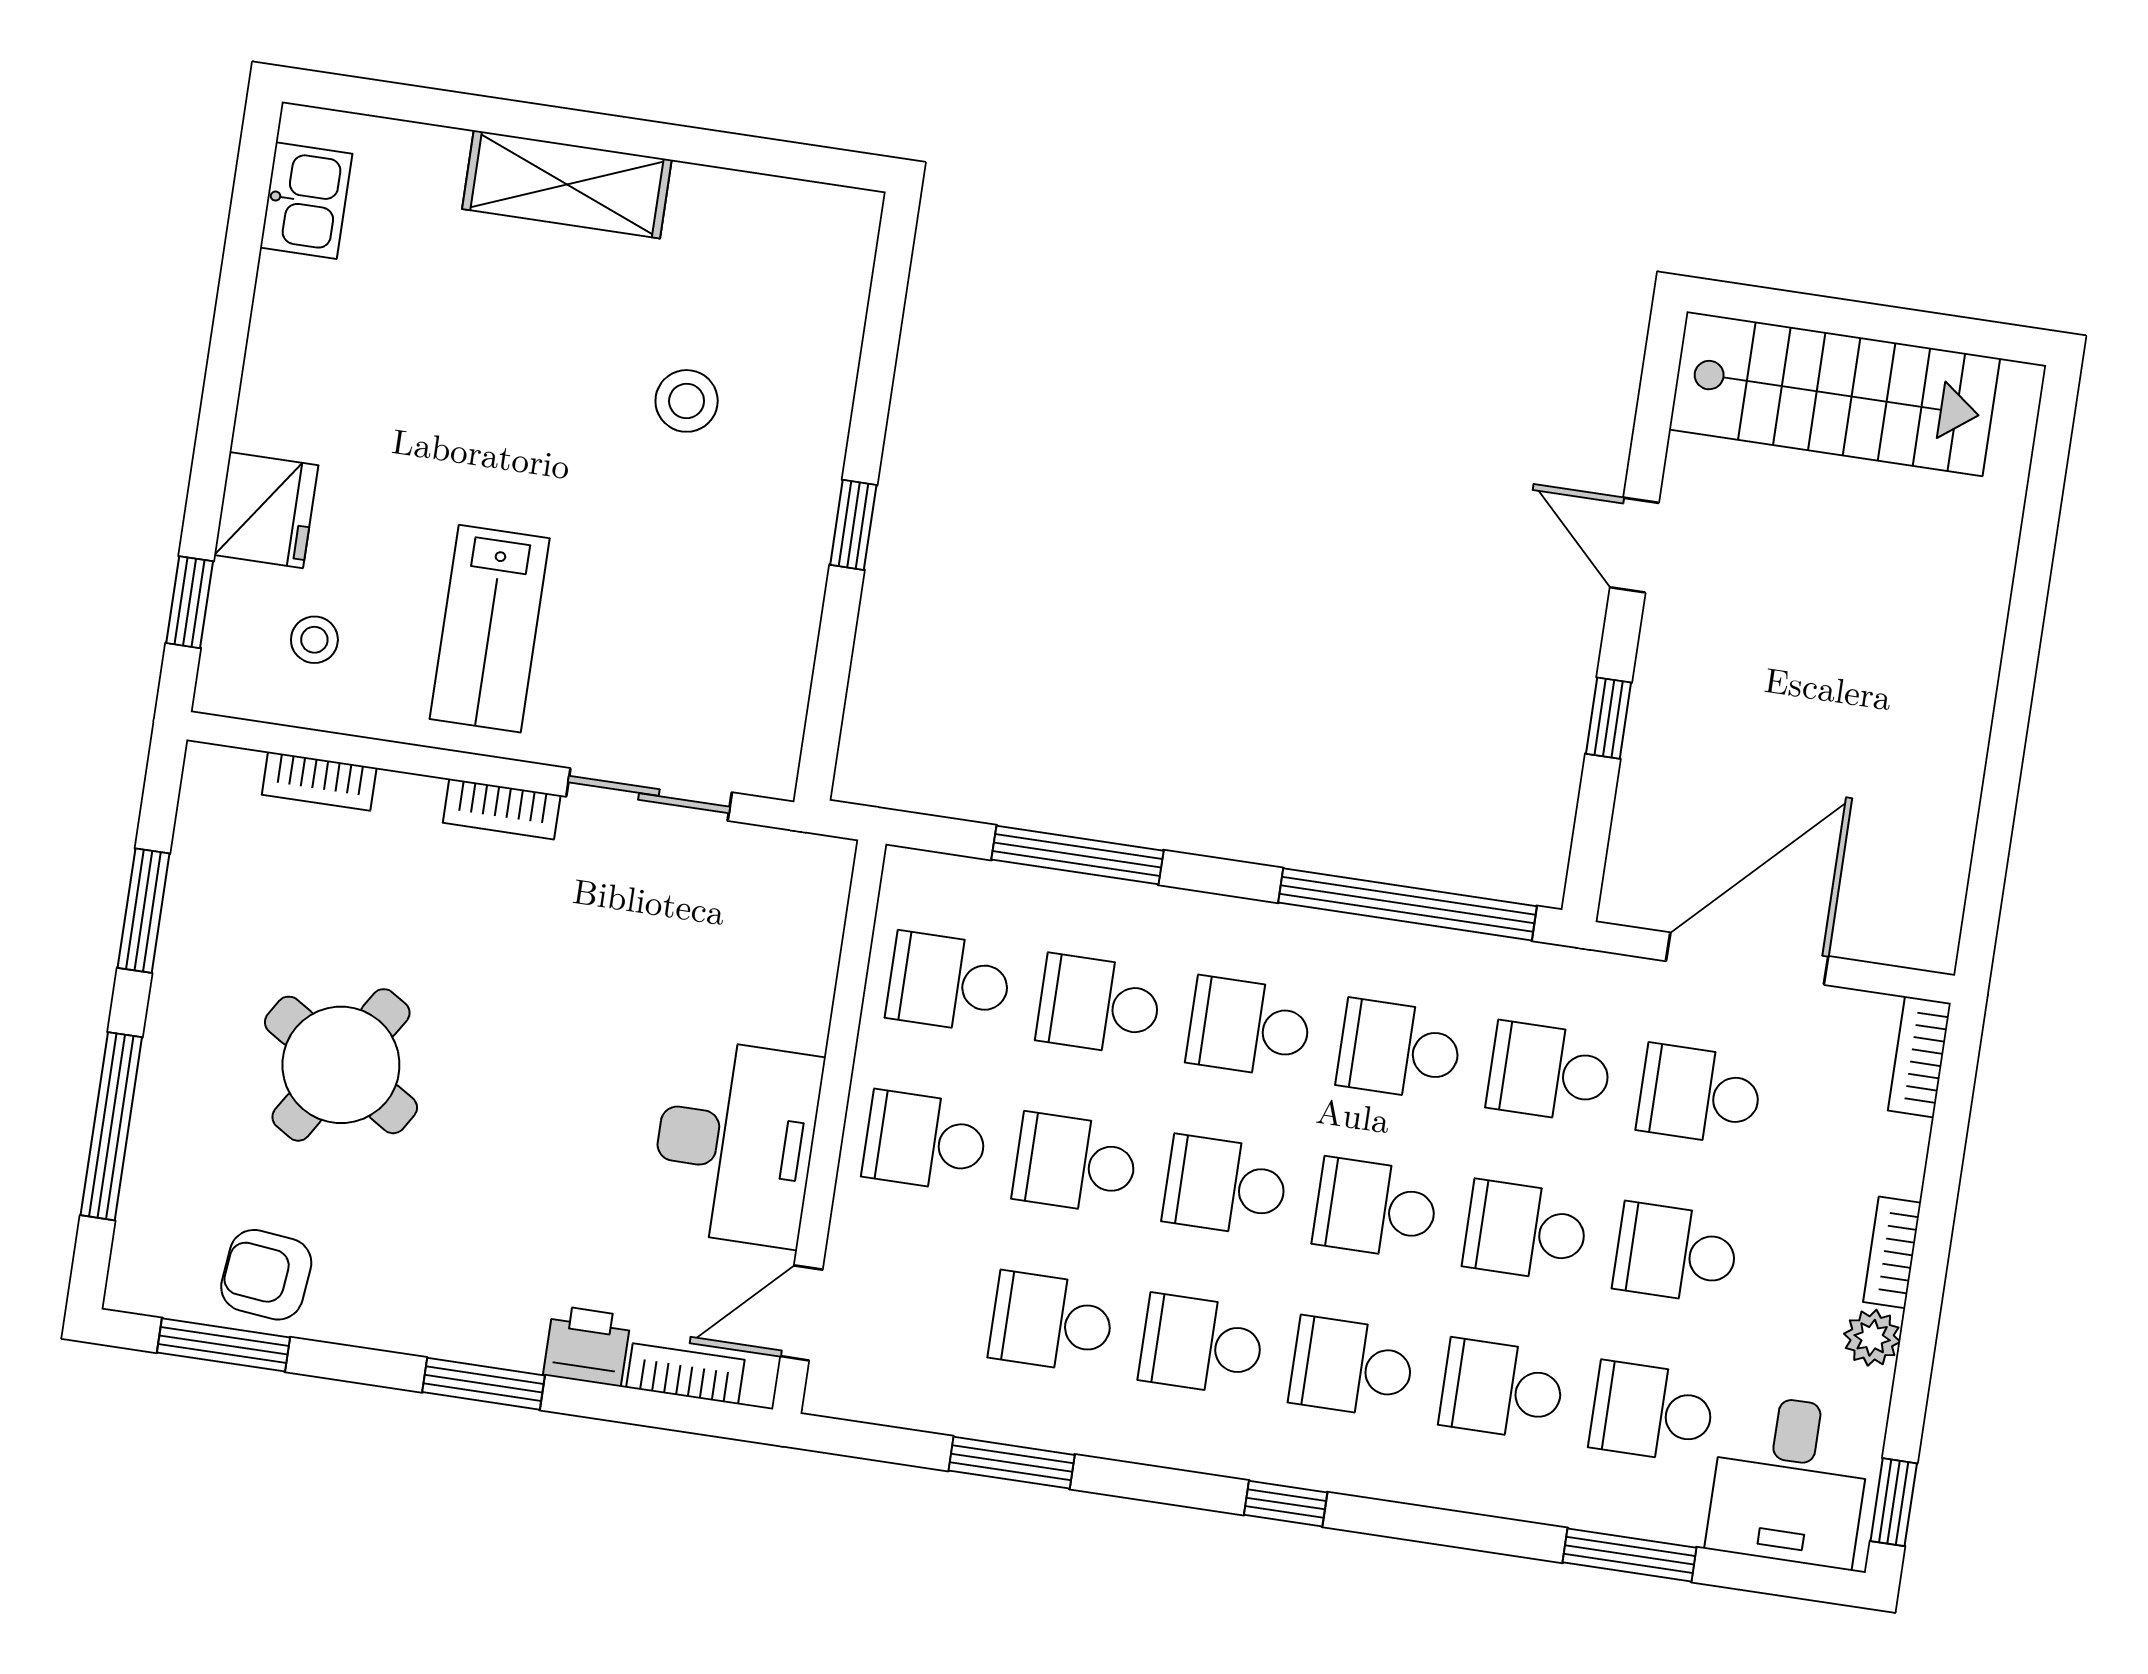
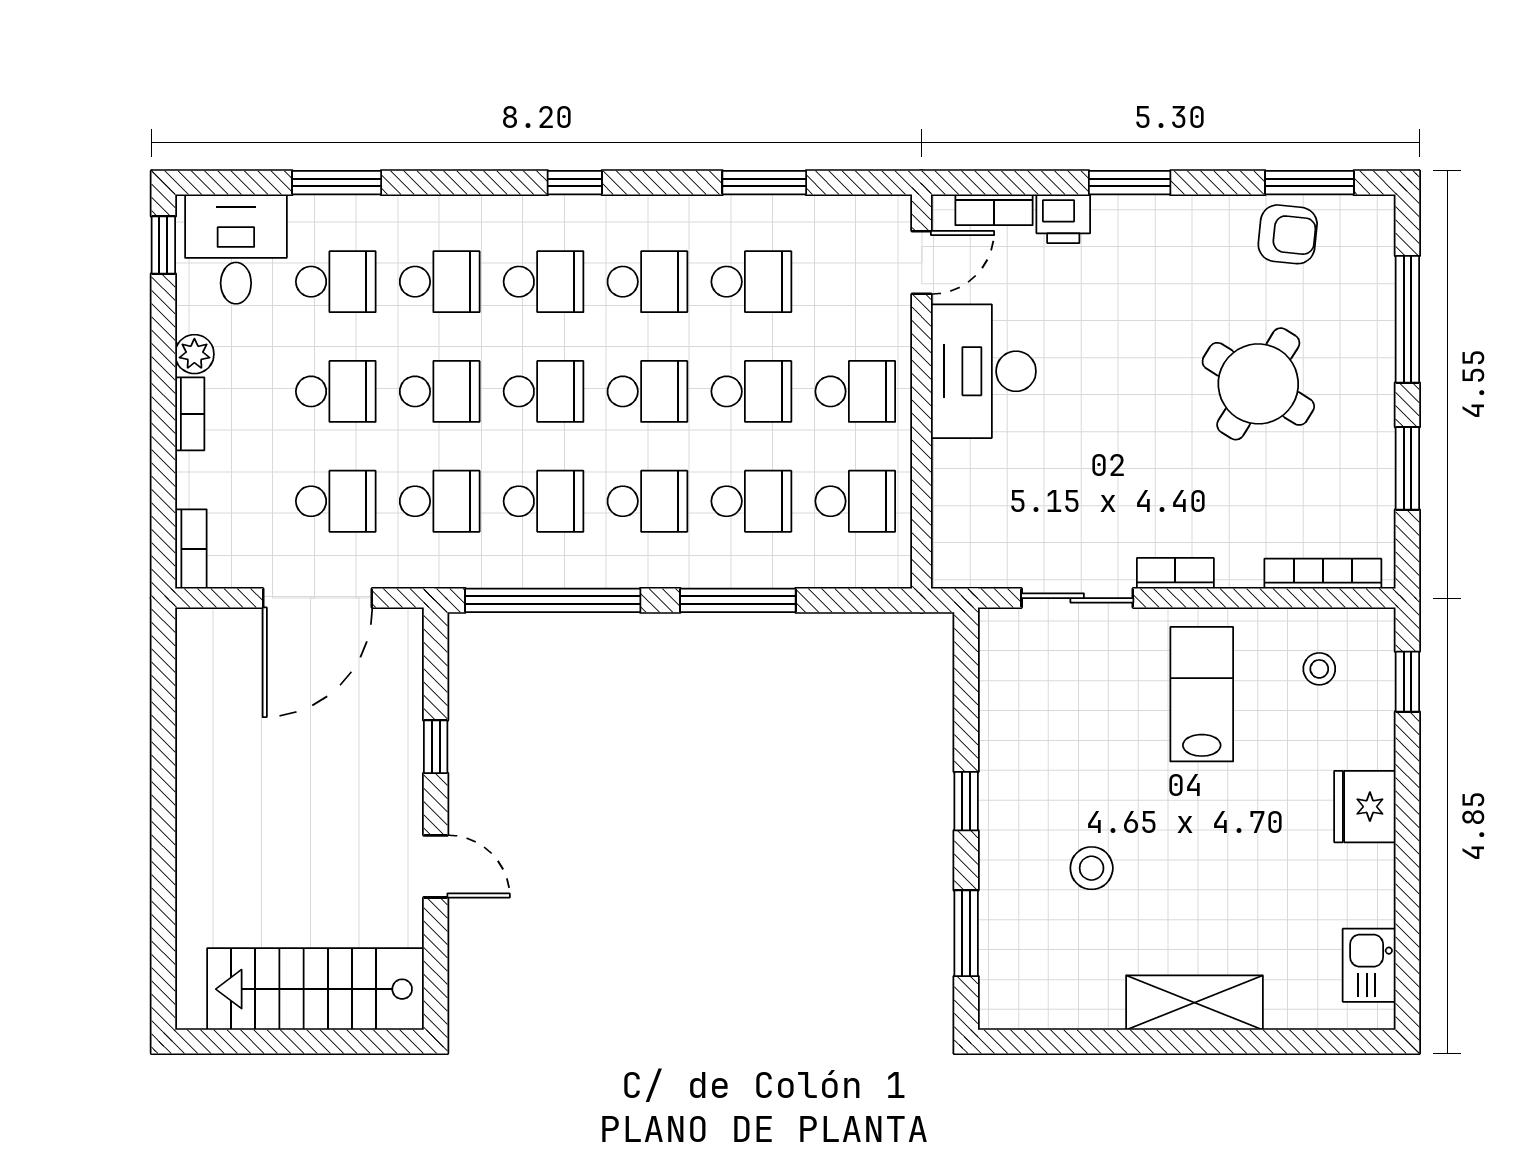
window: (882, 334) -> (966, 933), added
fridge: (266, 510) -> (1365, 807), moved
bookcase: (319, 781) -> (1323, 574), width x1.56
window: (1078, 855) -> (738, 600), moved

